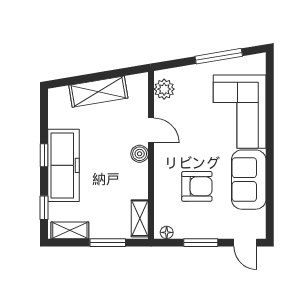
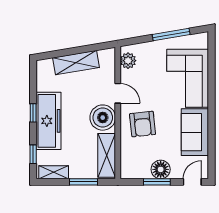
boiler: (140, 154) -> (103, 118), width x1.86, depth x1.86
armchair: (197, 186) -> (143, 124), moved, turned 84
shelving: (140, 218) -> (107, 155), width x1.50, depth x1.33
floor lamp: (167, 232) -> (161, 169), moved, width x1.89, depth x1.89
door: (245, 243) -> (192, 182), swing flipped

